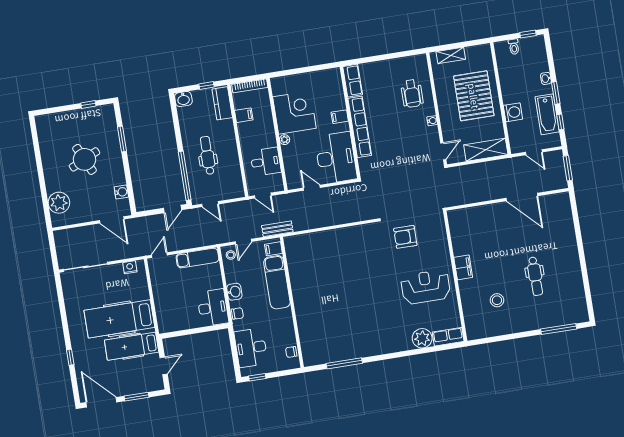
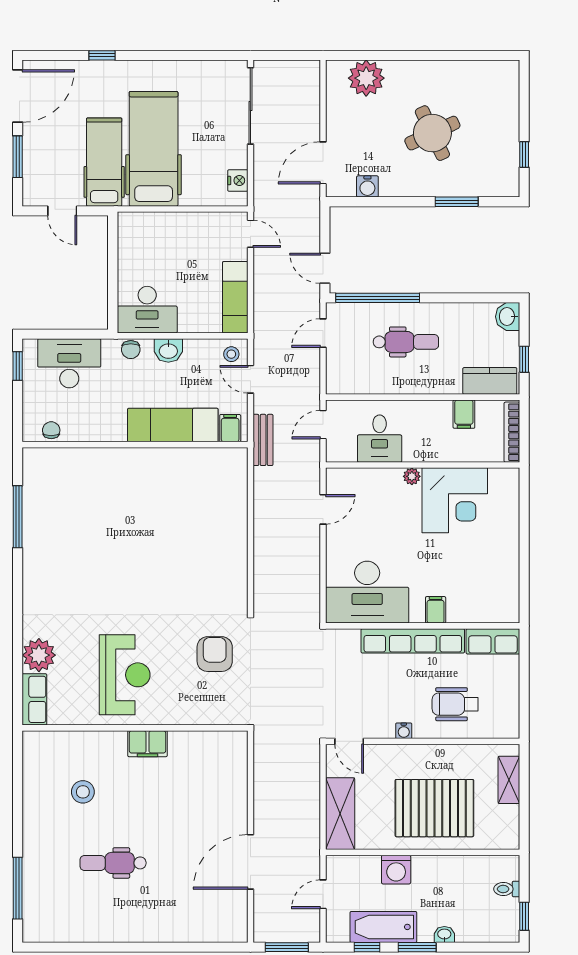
row of seats: (353, 81) -> (493, 641), moved
filing cabinet: (340, 117) -> (436, 610), moved
wall: (350, 123) -> (423, 626), moved
row of seats: (360, 127) -> (413, 641), moved
desk: (336, 158) -> (367, 592), moved

